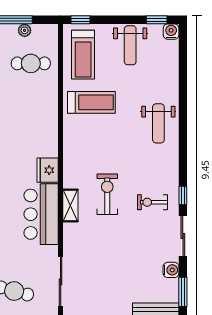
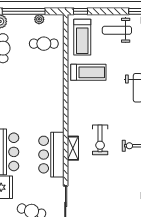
weight bench: (130, 45) -> (117, 30), turned 90
fridge: (48, 170) -> (56, 122), removed
exercise bike: (107, 194) -> (100, 140), turned 180

